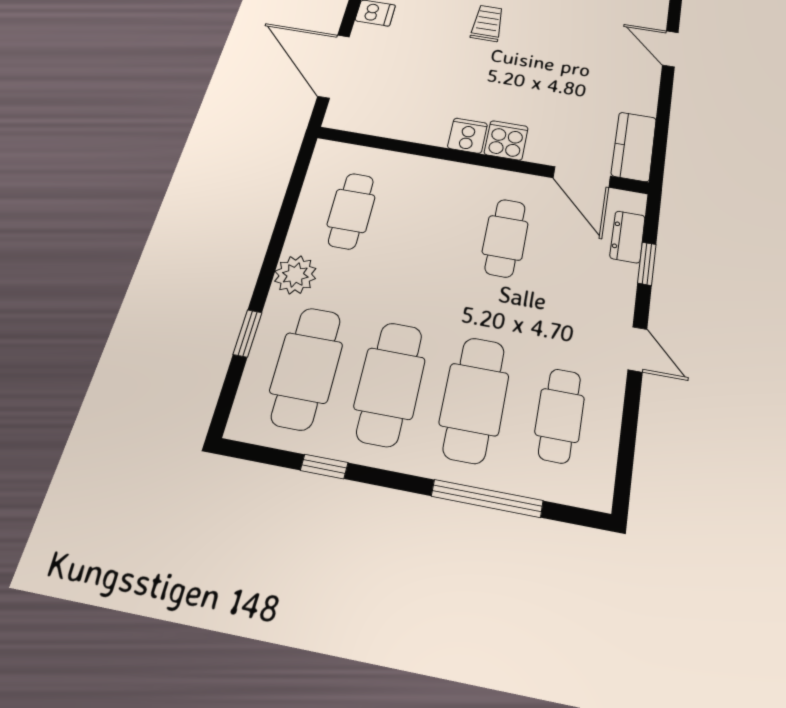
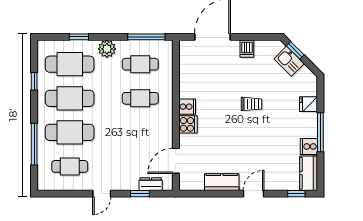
kitchen counter: (634, 146) -> (222, 182), moved
window: (294, 188) -> (146, 37), added
cafe table: (505, 238) -> (140, 98), moved

